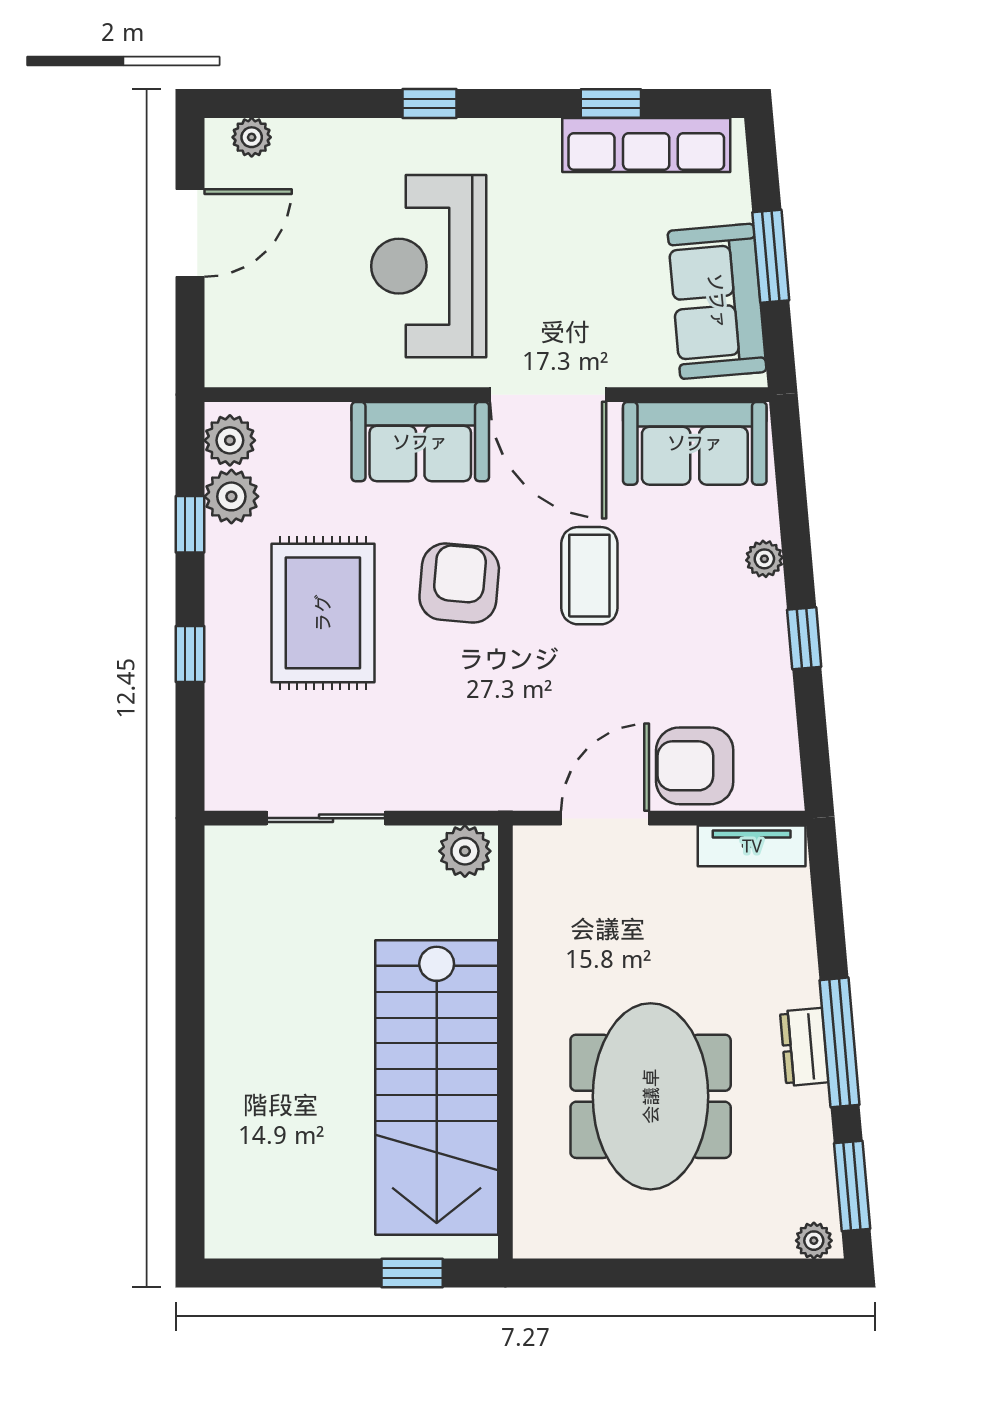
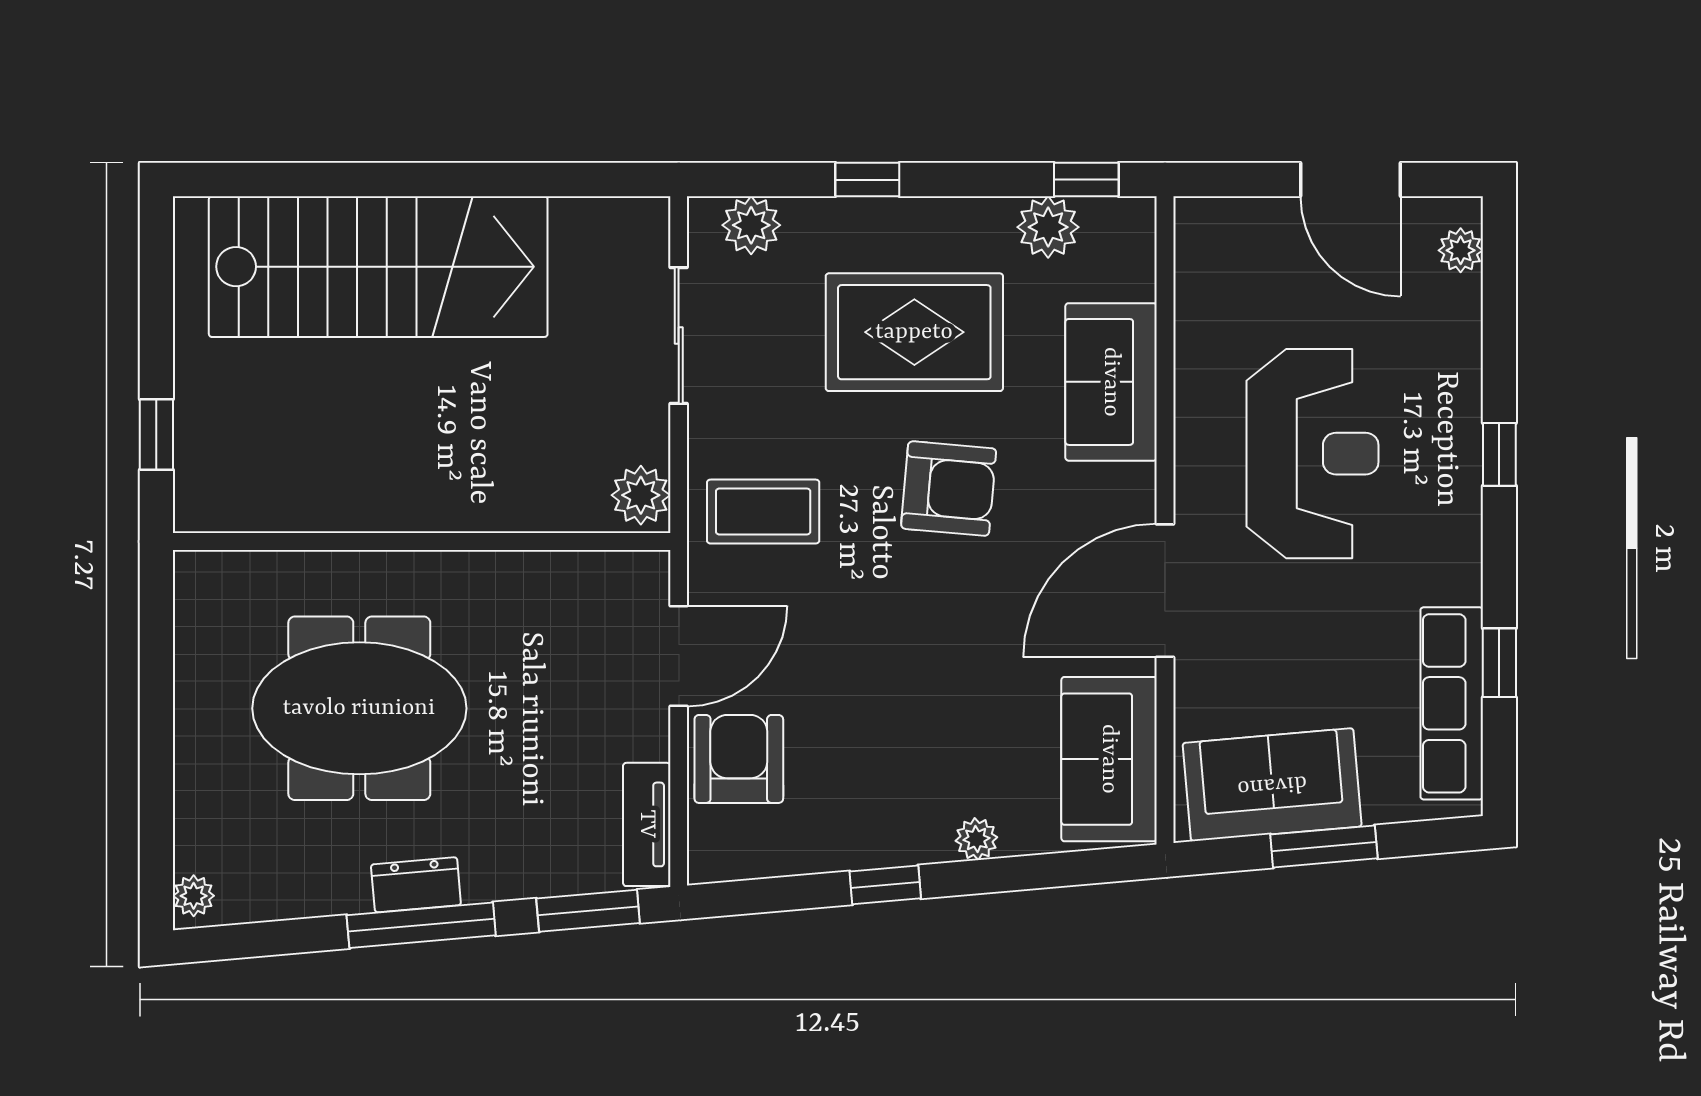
reception desk: (429, 266) -> (1313, 454), turned 90
plant: (230, 440) -> (751, 225), moved
sofa: (420, 442) -> (1111, 382), moved
window: (190, 524) -> (1086, 180), moved
coffee table: (589, 576) -> (763, 512), moved
door: (605, 818) -> (679, 656), hinge flipped
stairs: (437, 1088) -> (378, 267), moved, turned 180
window: (852, 1186) -> (588, 911), moved

